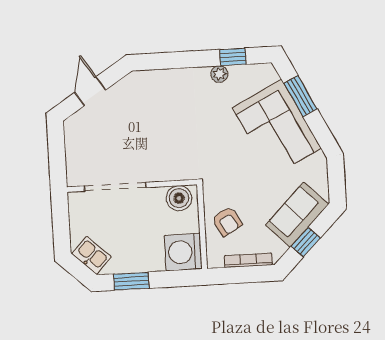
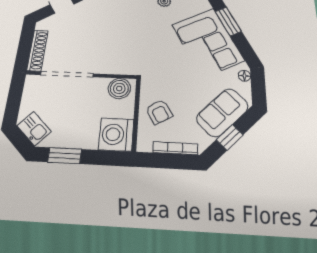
shoe rack: (74, 159) -> (38, 50), added
floor lamp: (321, 167) -> (244, 76), added

